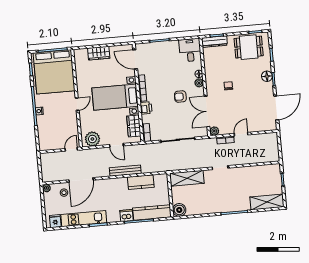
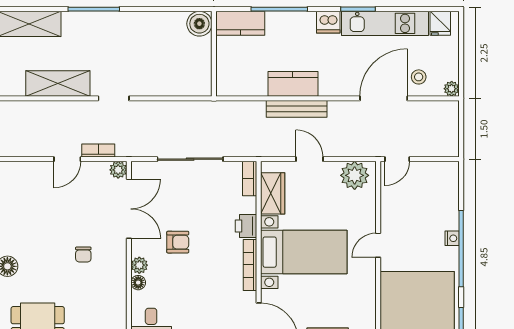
shelving: (187, 178) -> (58, 83), moved
kitchen counter: (141, 182) -> (293, 84), moved
kitchen counter: (152, 213) -> (240, 23), width x0.67
dishwasher: (126, 215) -> (328, 22), moved

